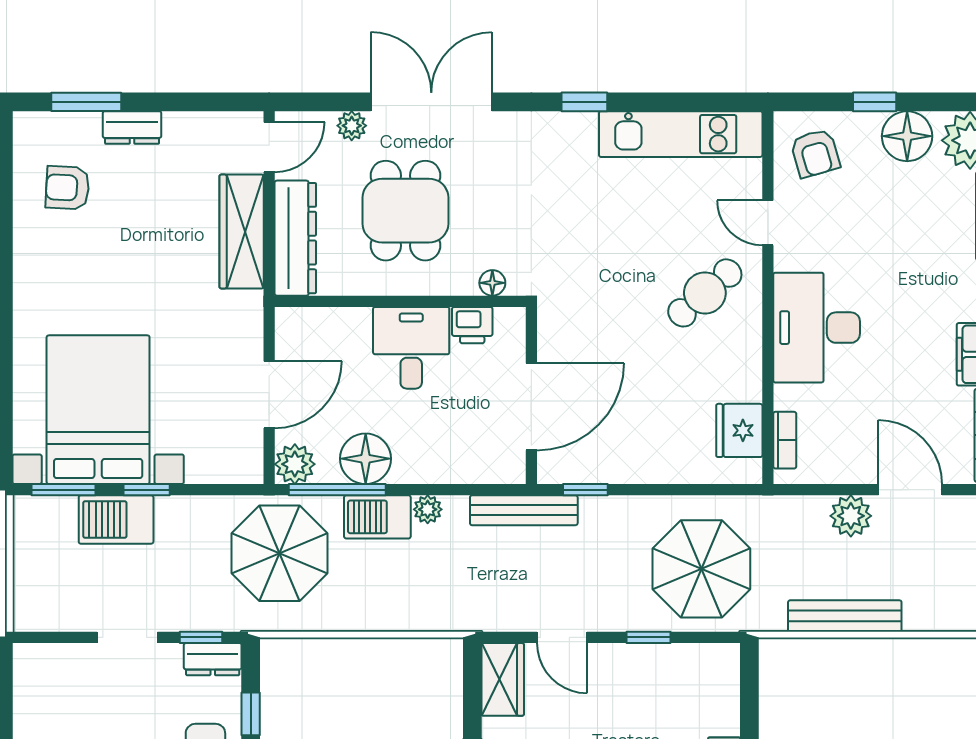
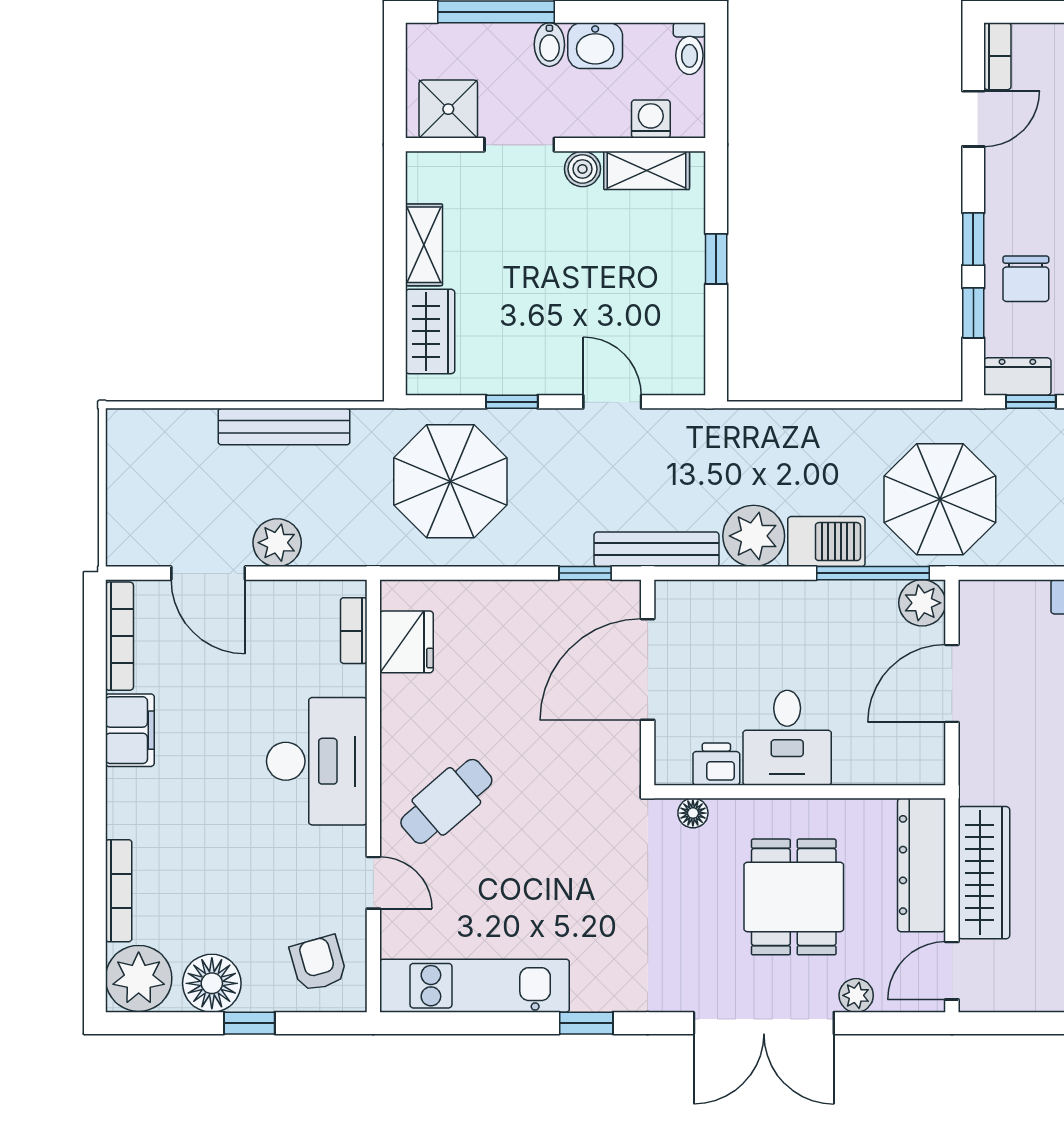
floor lamp: (366, 459) -> (840, 609), removed
plant: (428, 509) -> (754, 536), width x1.88, depth x1.88
wardrobe: (503, 679) -> (430, 331), moved, turned 180

